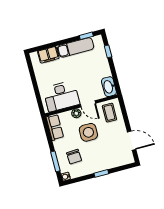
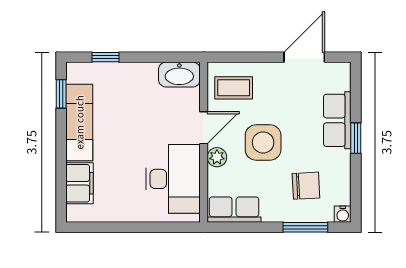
row of seats: (107, 163) -> (337, 120), added

